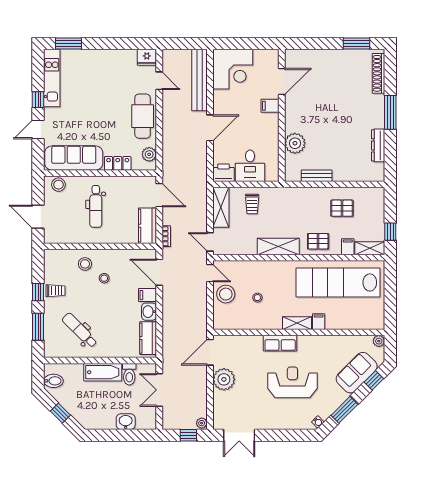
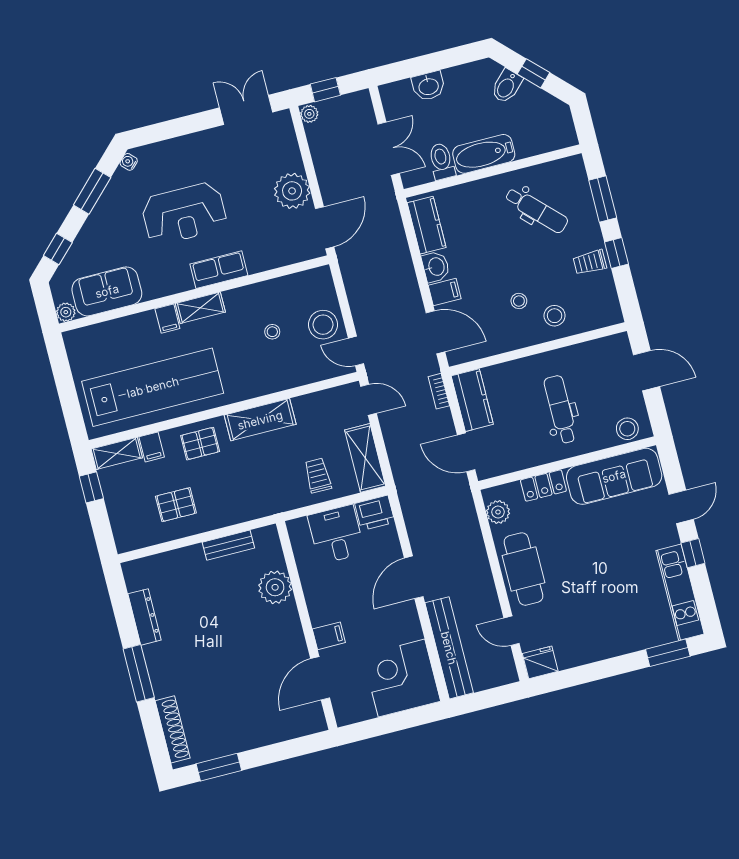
sofa: (357, 373) -> (107, 291), moved, turned -135
bidet: (53, 381) -> (507, 86), moved, turned -45

